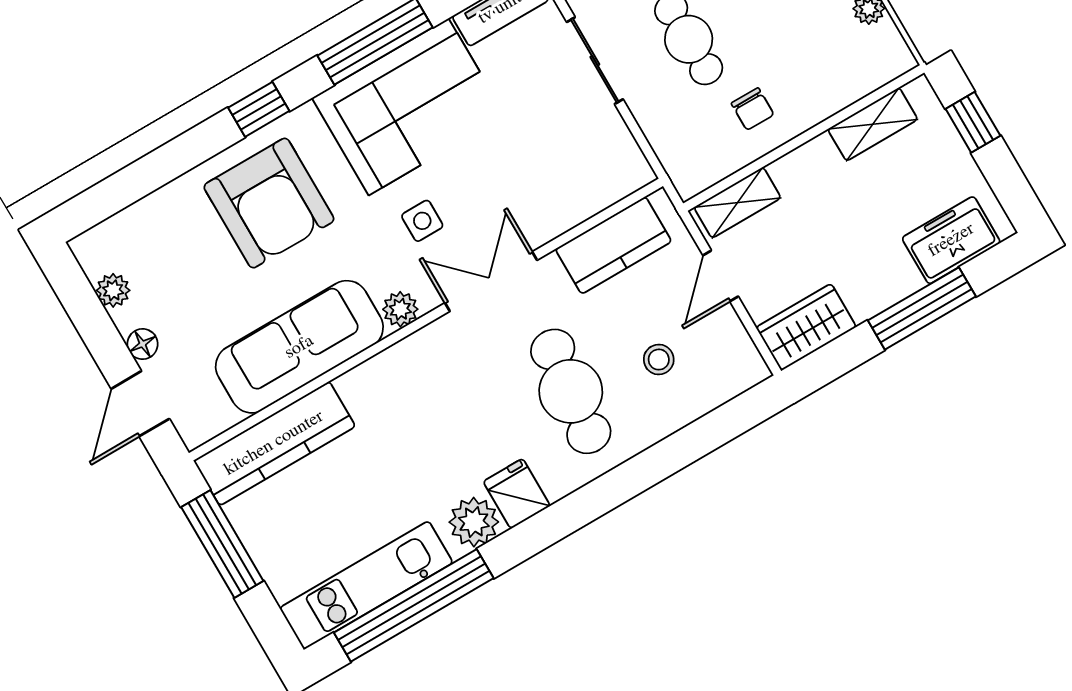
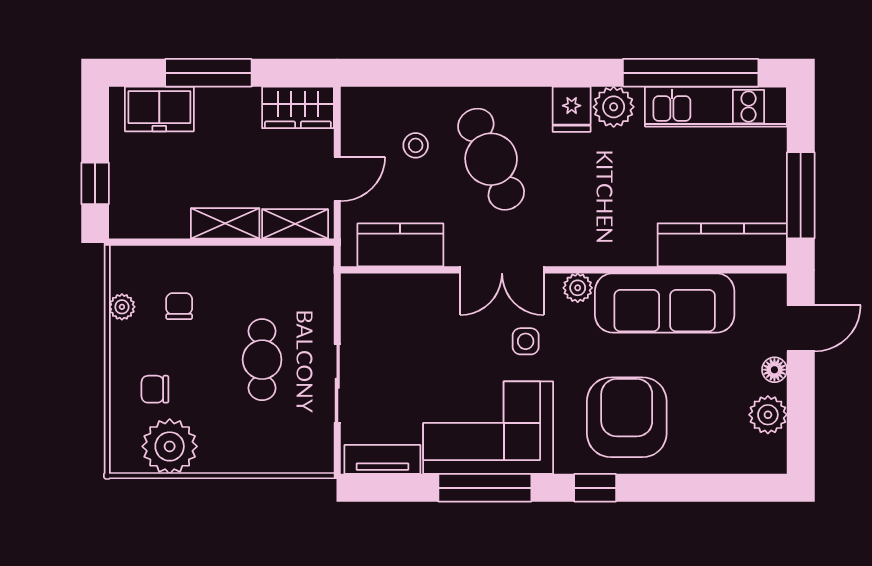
chair: (753, 109) -> (179, 306), moved
shelving: (873, 124) -> (225, 223), moved
plant: (113, 290) -> (768, 415), width x1.38, depth x1.38
cafe table: (571, 391) -> (491, 159), turned -31

